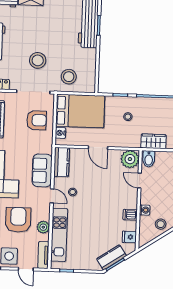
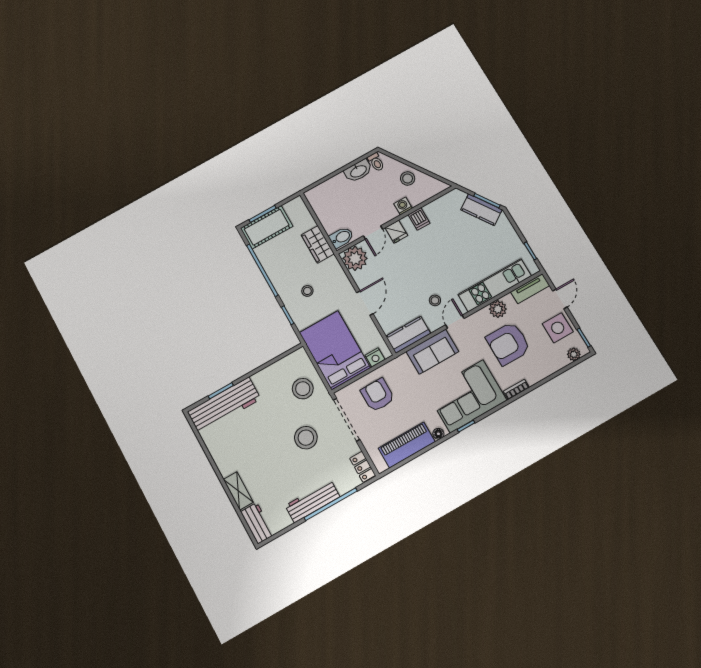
fridge: (129, 237) -> (396, 232), moved

